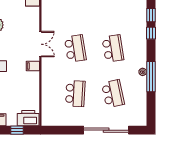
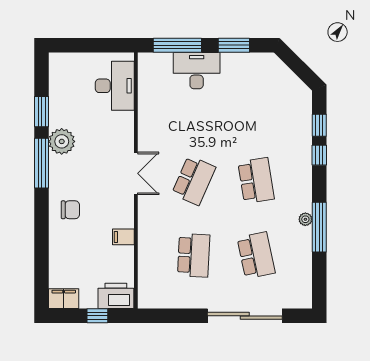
school desk: (75, 48) -> (194, 180), turned 33
filing cabinet: (33, 66) -> (123, 237), moved

